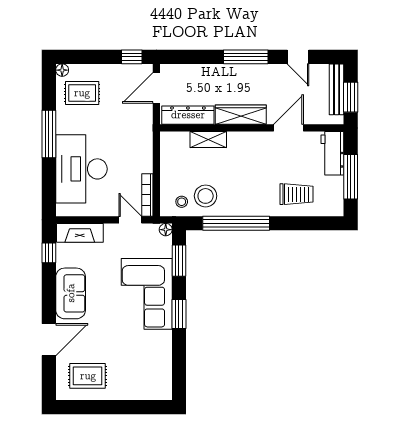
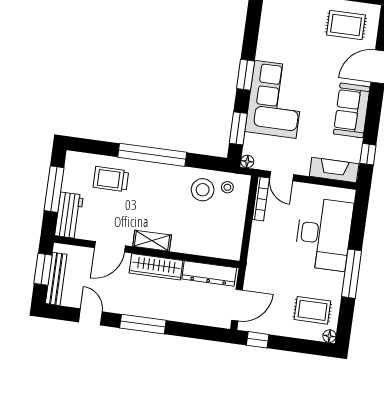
shelving: (208, 140) -> (152, 241), moved
window: (236, 223) -> (152, 155), moved

